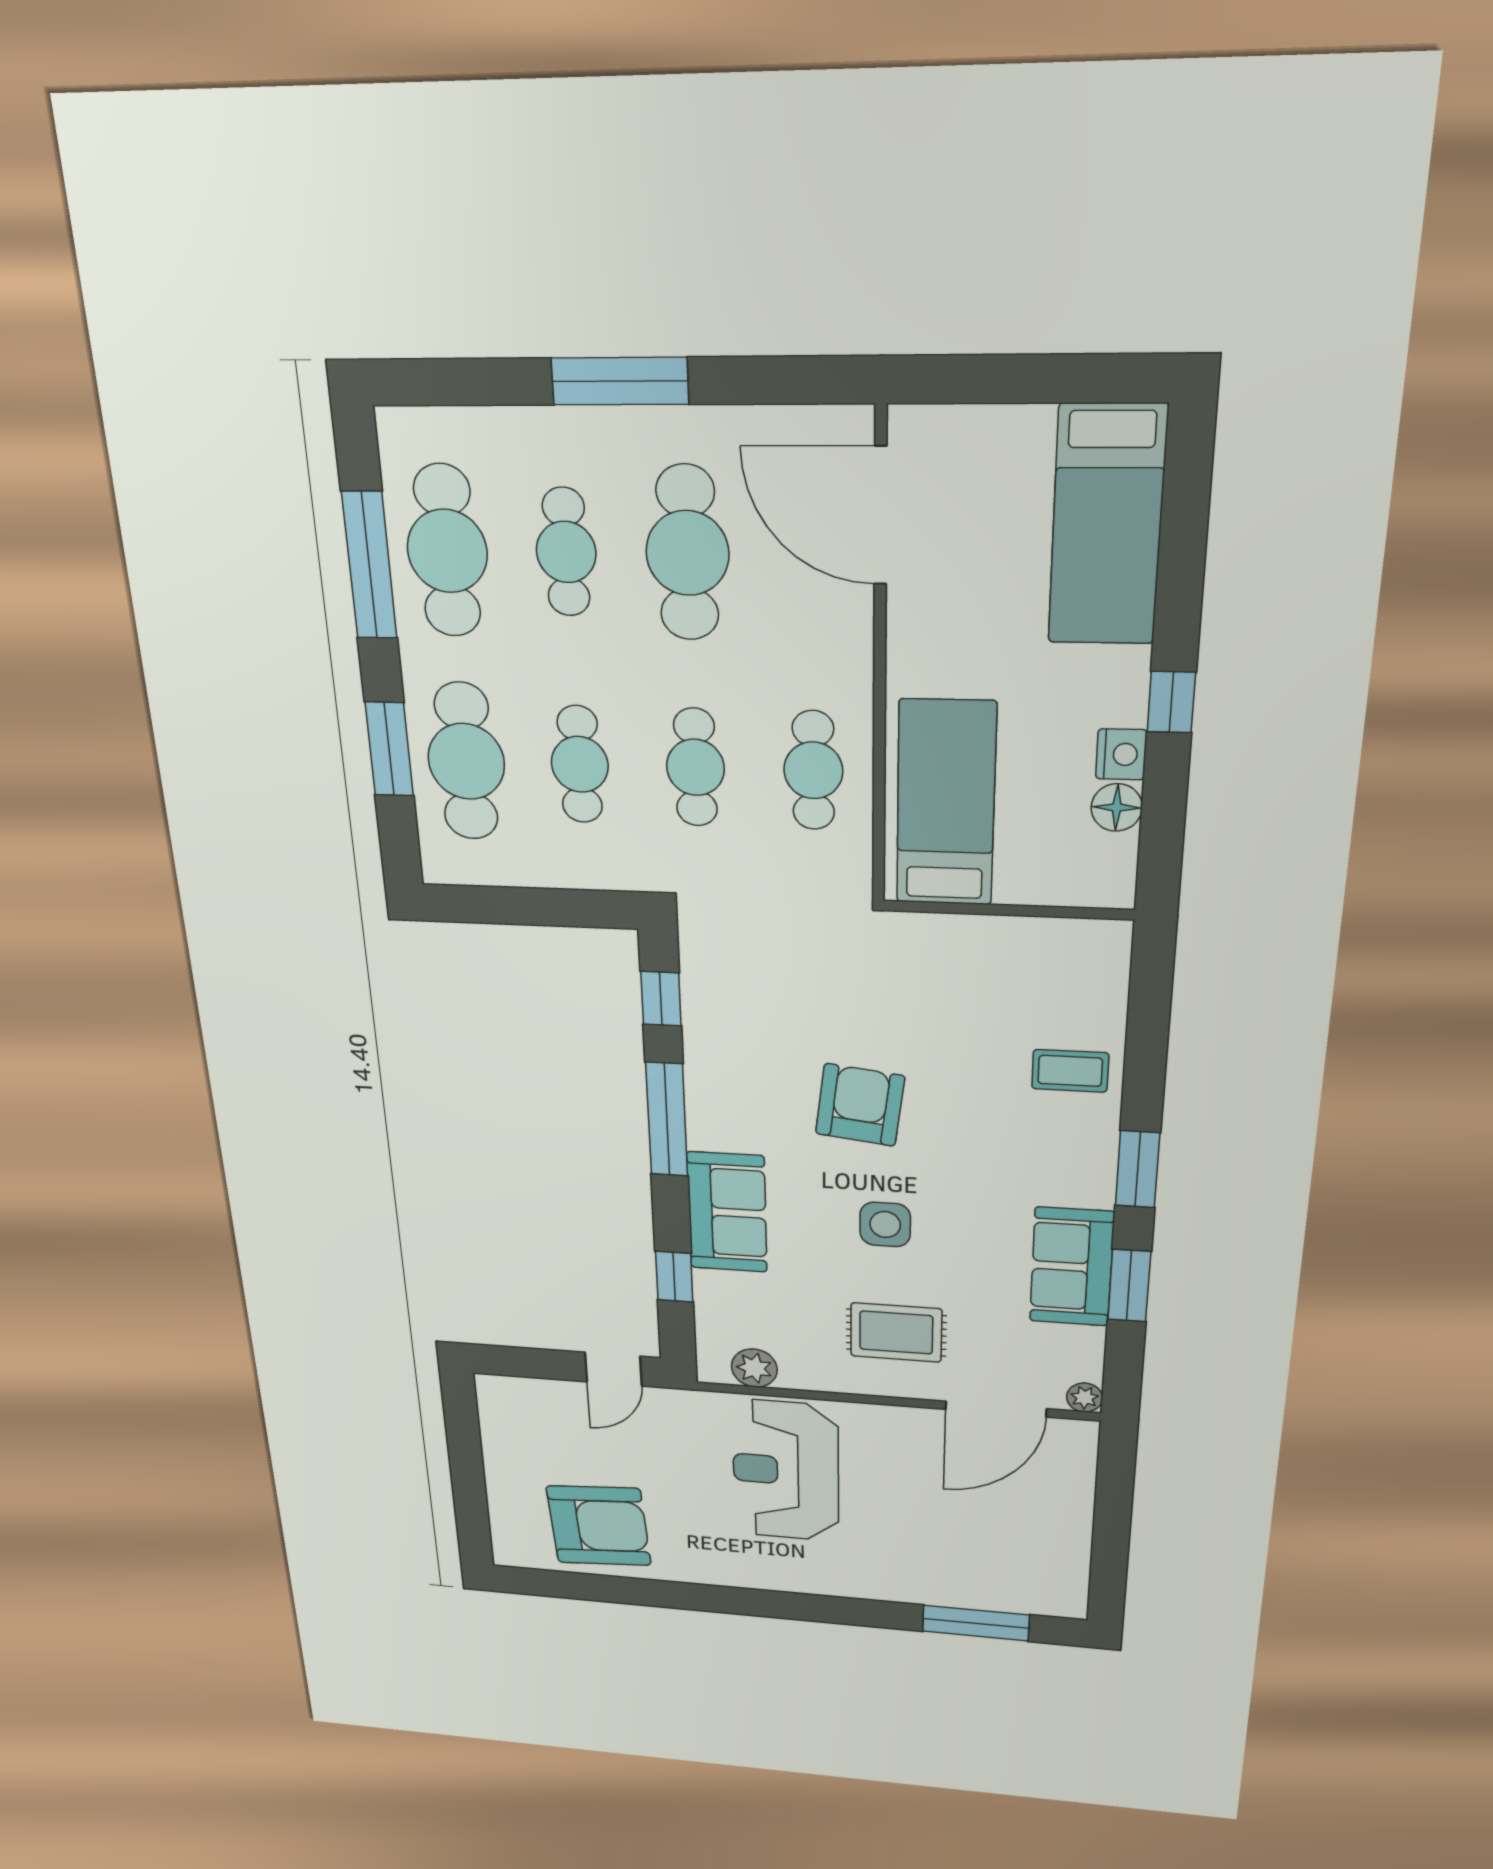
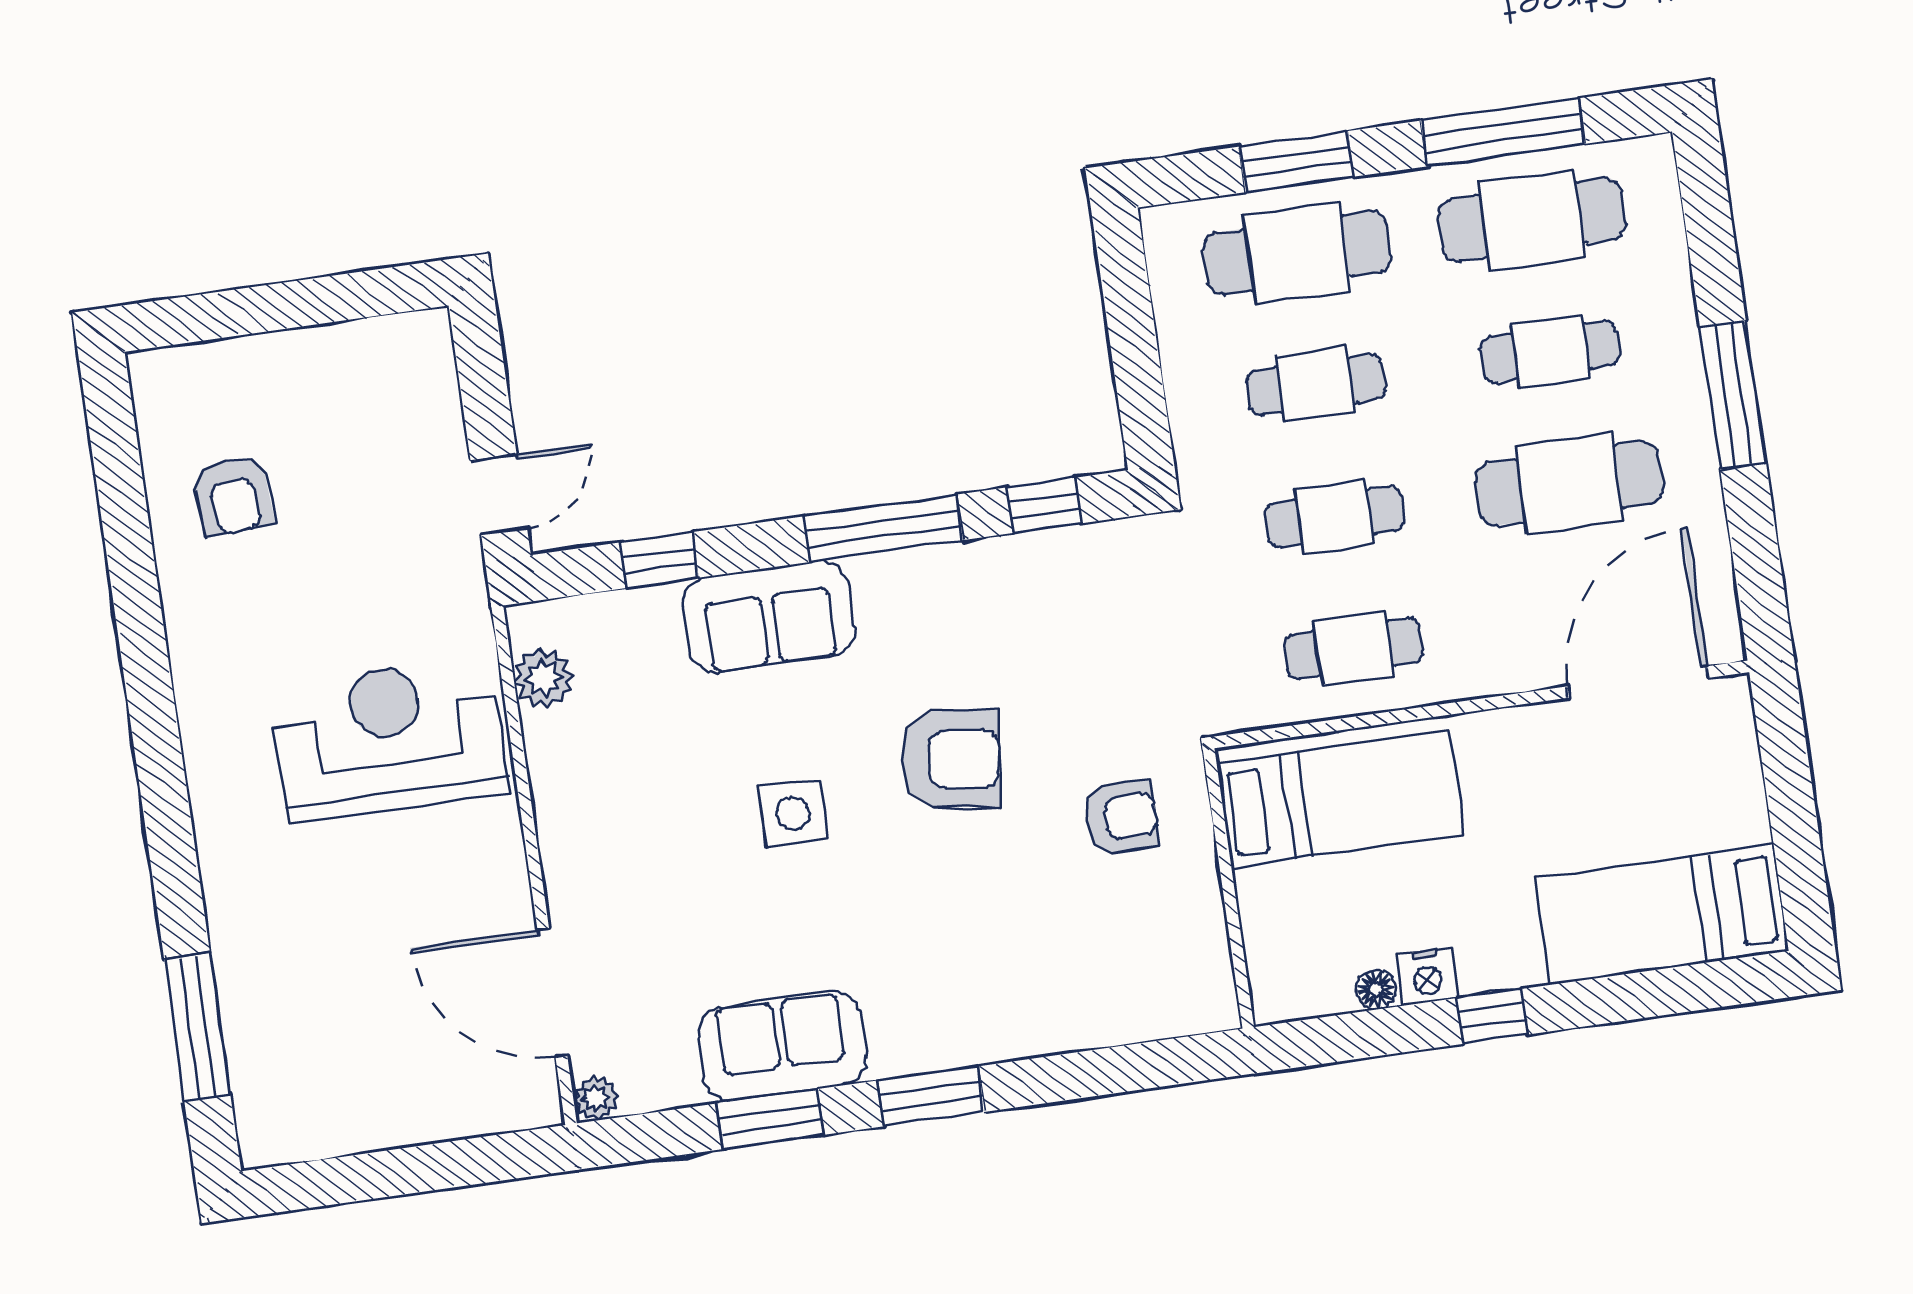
floor lamp: (1117, 807) -> (1376, 990), width x0.73, depth x0.73
armchair: (930, 985) -> (1121, 817), added
coffee table: (1070, 1071) -> (1044, 994), removed
rug: (896, 1332) -> (639, 850), removed
door: (613, 1369) -> (499, 494), swing flipped
armchair: (599, 1526) -> (233, 496), width x0.53, depth x0.53

